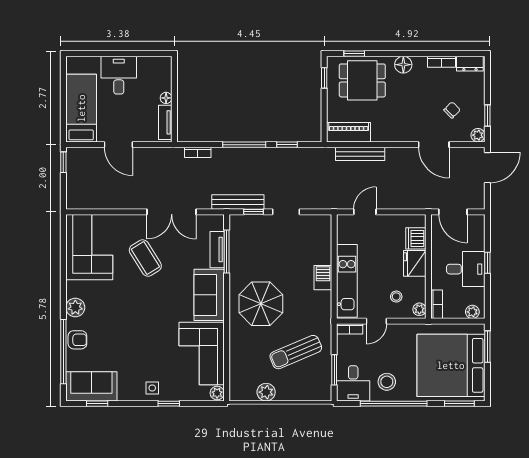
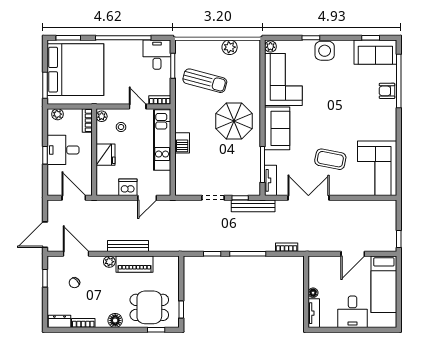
tv unit: (165, 122) -> (314, 313), moved
piano: (349, 132) -> (134, 264), moved
plant: (478, 135) -> (109, 262), moved
door: (118, 145) -> (353, 254), swing flipped
door: (434, 145) -> (76, 254), moved
bench: (360, 154) -> (128, 246), moved
dishwasher: (416, 238) -> (128, 187), moved, turned -90
tv unit: (217, 250) -> (271, 180), moved
coffee table: (145, 258) -> (330, 159), turned -47
plant: (75, 307) -> (389, 118), removed
door: (376, 321) -> (138, 106), hinge flipped
sun lounger: (296, 352) -> (205, 81), turned 38
stool: (387, 382) -> (129, 56), removed
side table: (152, 388) -> (325, 51), width x1.87, depth x1.87

